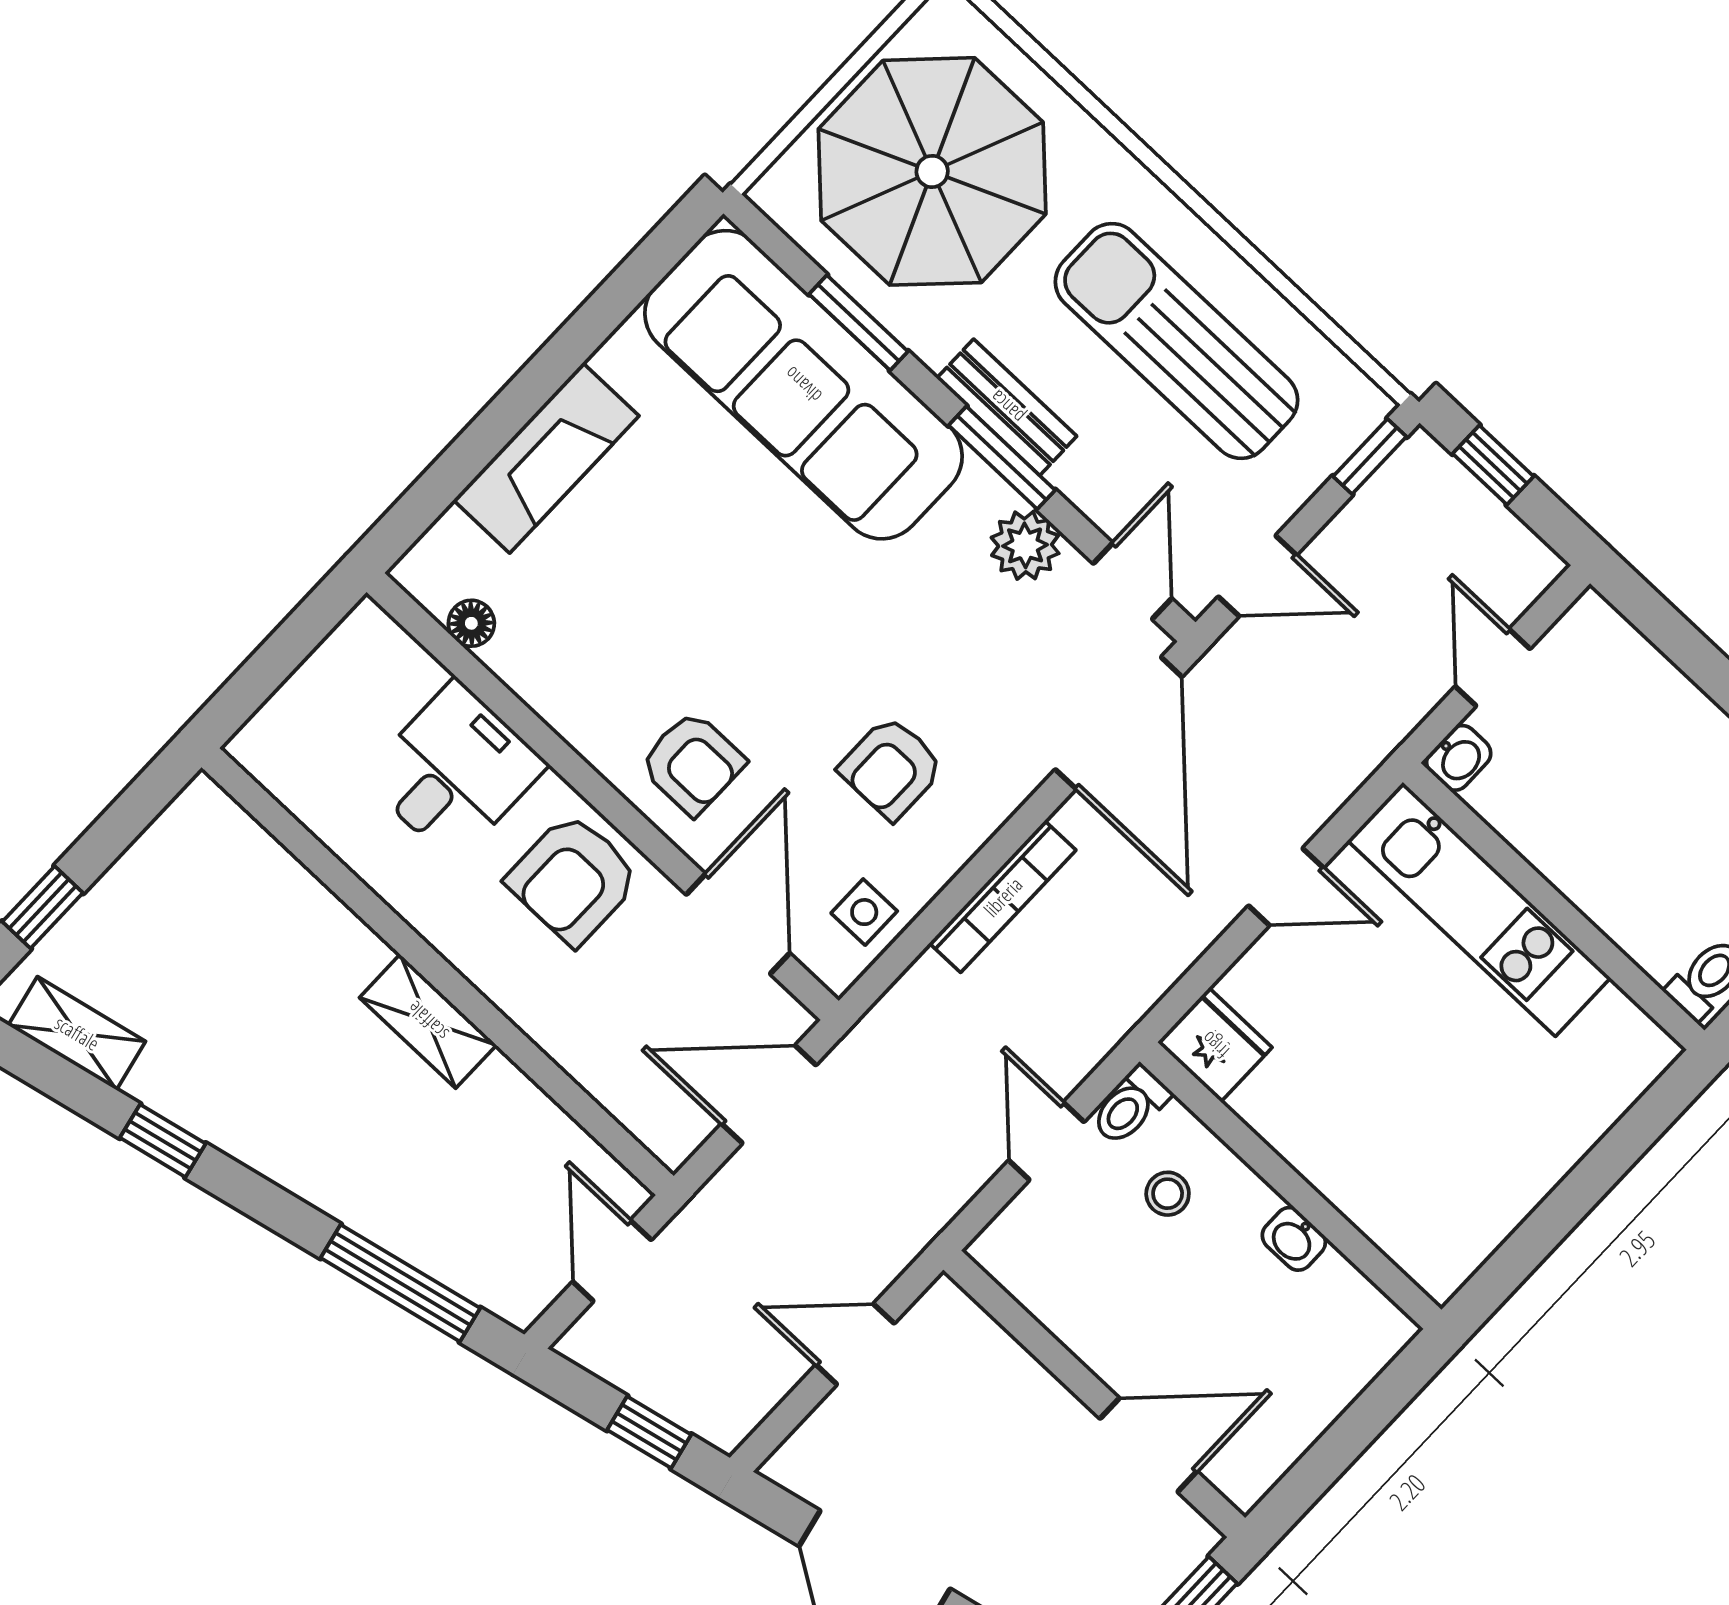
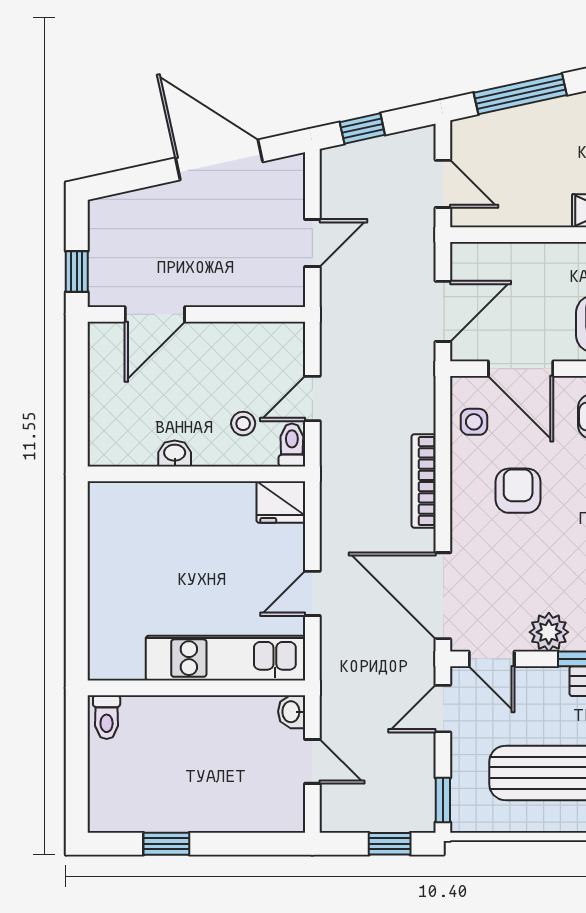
door: (1046, 1141) -> (312, 399), swing flipped

